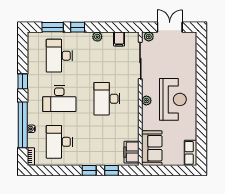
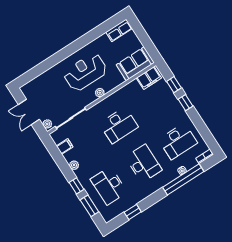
desk: (59, 56) -> (109, 186), turned 90
window: (23, 81) -> (133, 212), moved

